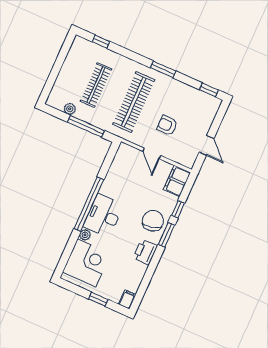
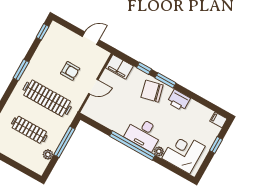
armchair: (167, 125) -> (70, 71), turned -90

